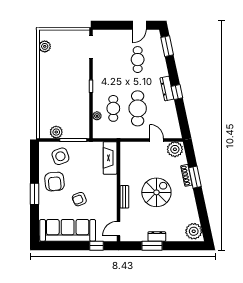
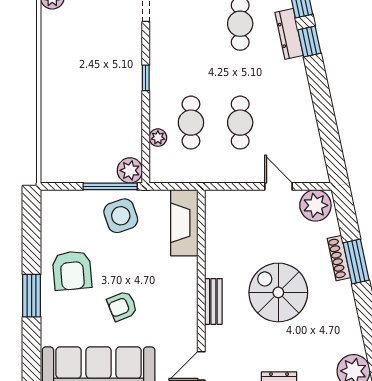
dresser: (167, 88) -> (289, 34), moved
window: (177, 92) -> (309, 41), moved
cafe table: (138, 108) -> (240, 123), width x0.73, depth x0.74
plant: (56, 132) -> (130, 170), moved
side table: (60, 156) -> (121, 216), moved
spiral stairs: (156, 192) -> (278, 292), turned -90

